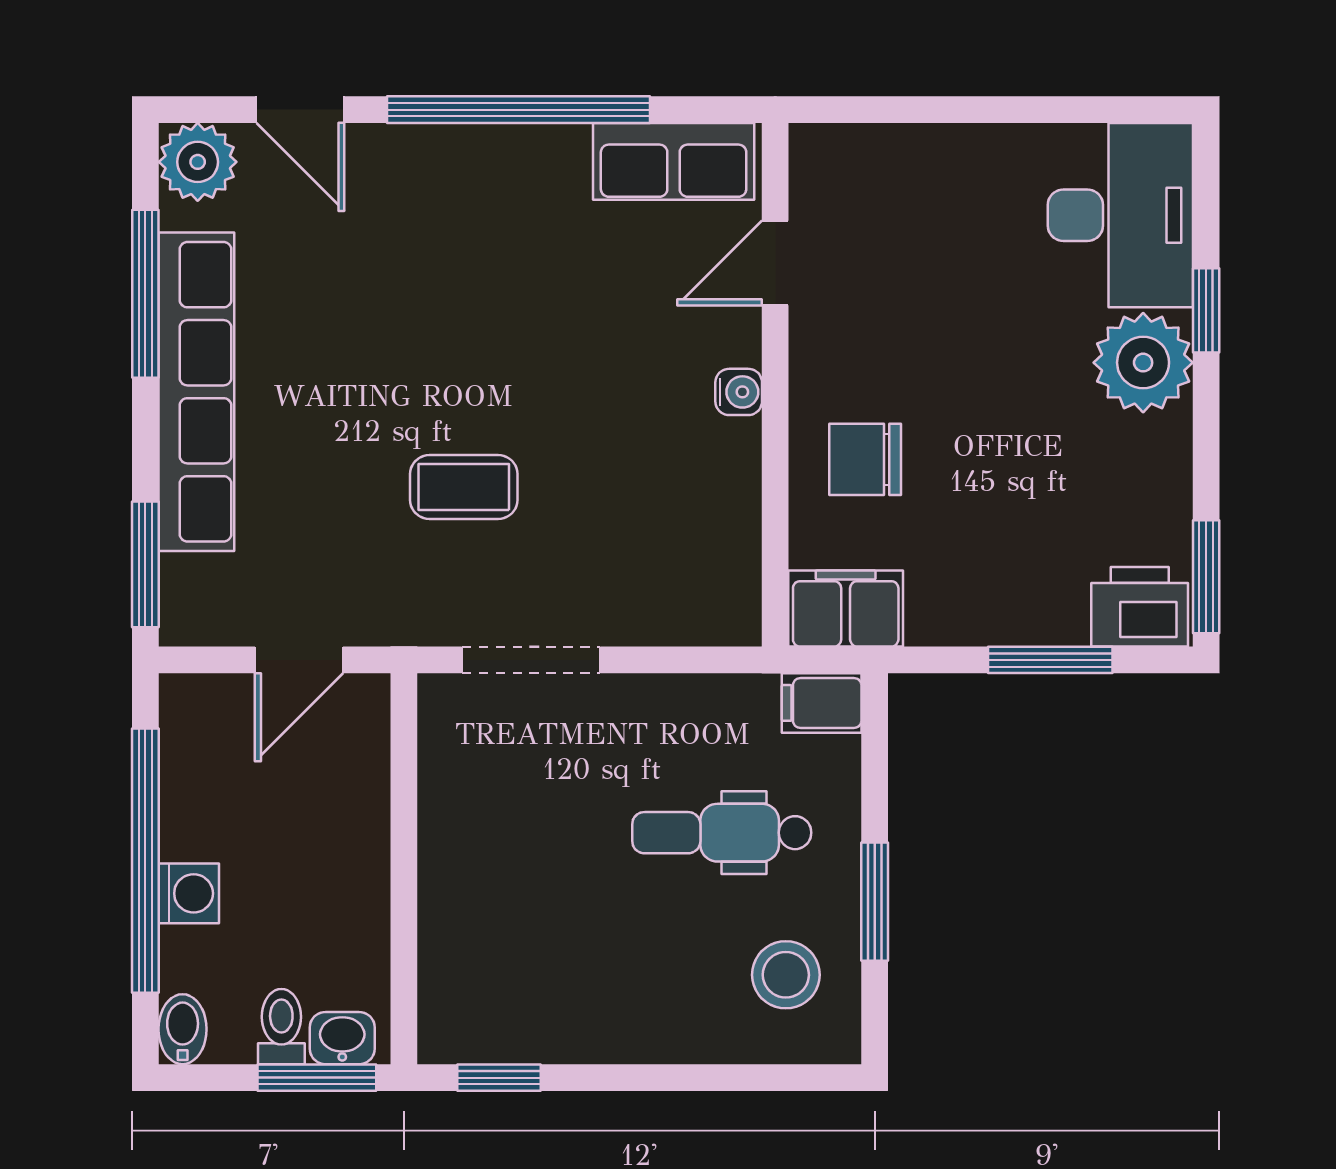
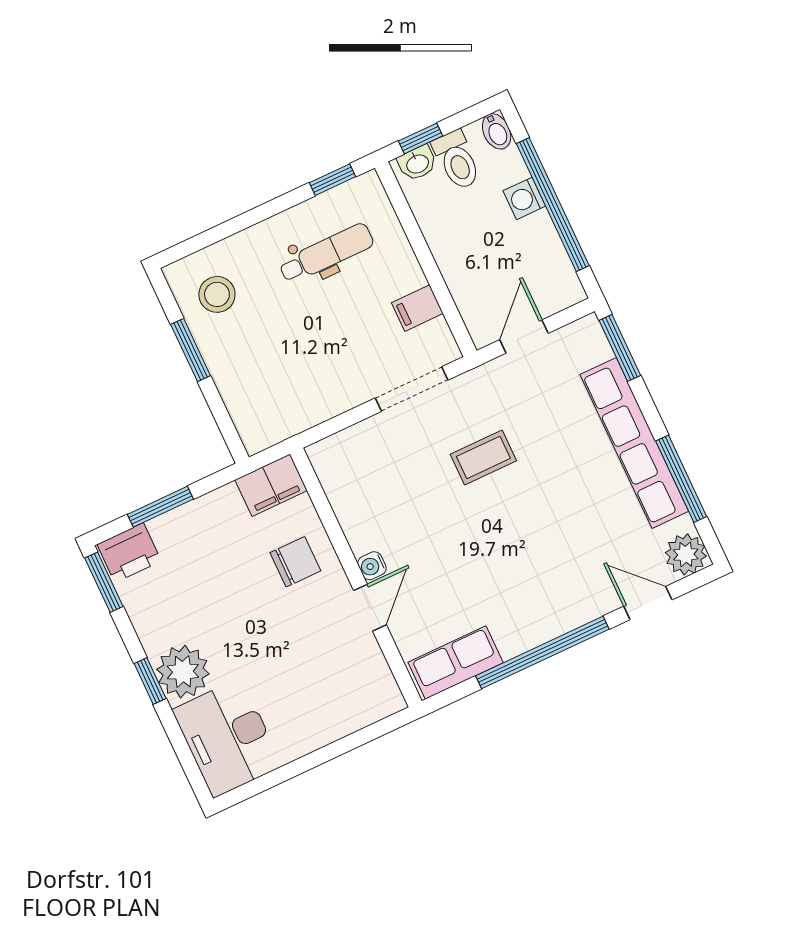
door: (775, 263) -> (370, 608), moved
window: (1206, 310) -> (150, 681), moved
filing cabinet: (822, 703) -> (417, 308), moved, turned 180
dental chair: (722, 833) -> (326, 253), moved
toilet: (281, 1027) -> (457, 160), width x1.37, depth x1.39
window: (317, 1078) -> (421, 138), width x0.67

